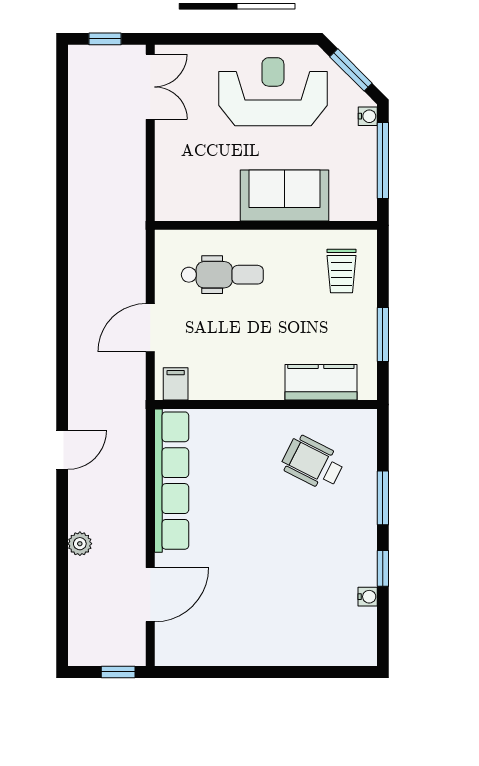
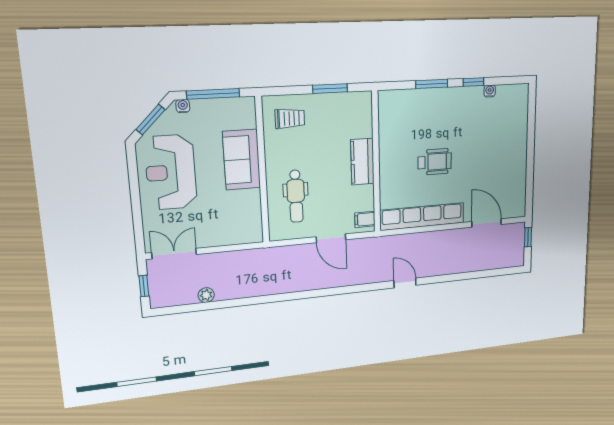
dental chair: (222, 275) -> (296, 196), turned 180
kitchen counter: (321, 382) -> (362, 162), moved
wheelchair: (313, 463) -> (435, 162), moved, turned -117
plant: (80, 544) -> (206, 295), moved

